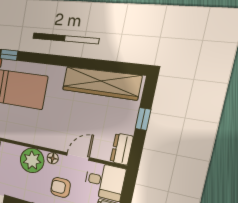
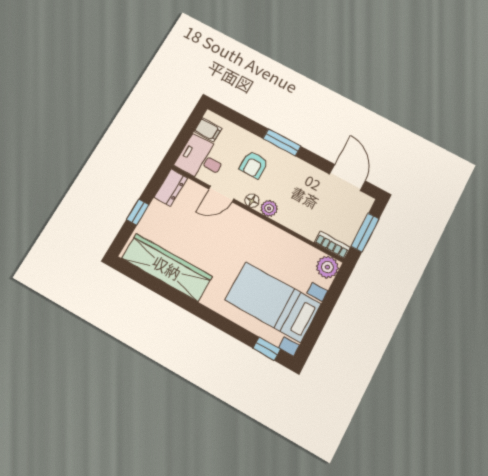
plant: (32, 160) -> (269, 208), width x0.53, depth x0.53
armchair: (61, 187) -> (254, 165), turned 90

